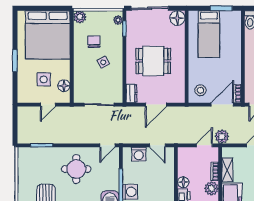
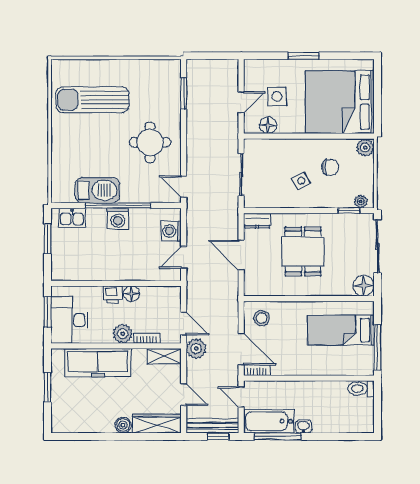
window: (221, 8) -> (377, 347), width x1.44
door: (48, 105) -> (241, 102), swing flipped
shelving: (227, 170) -> (164, 356), moved

